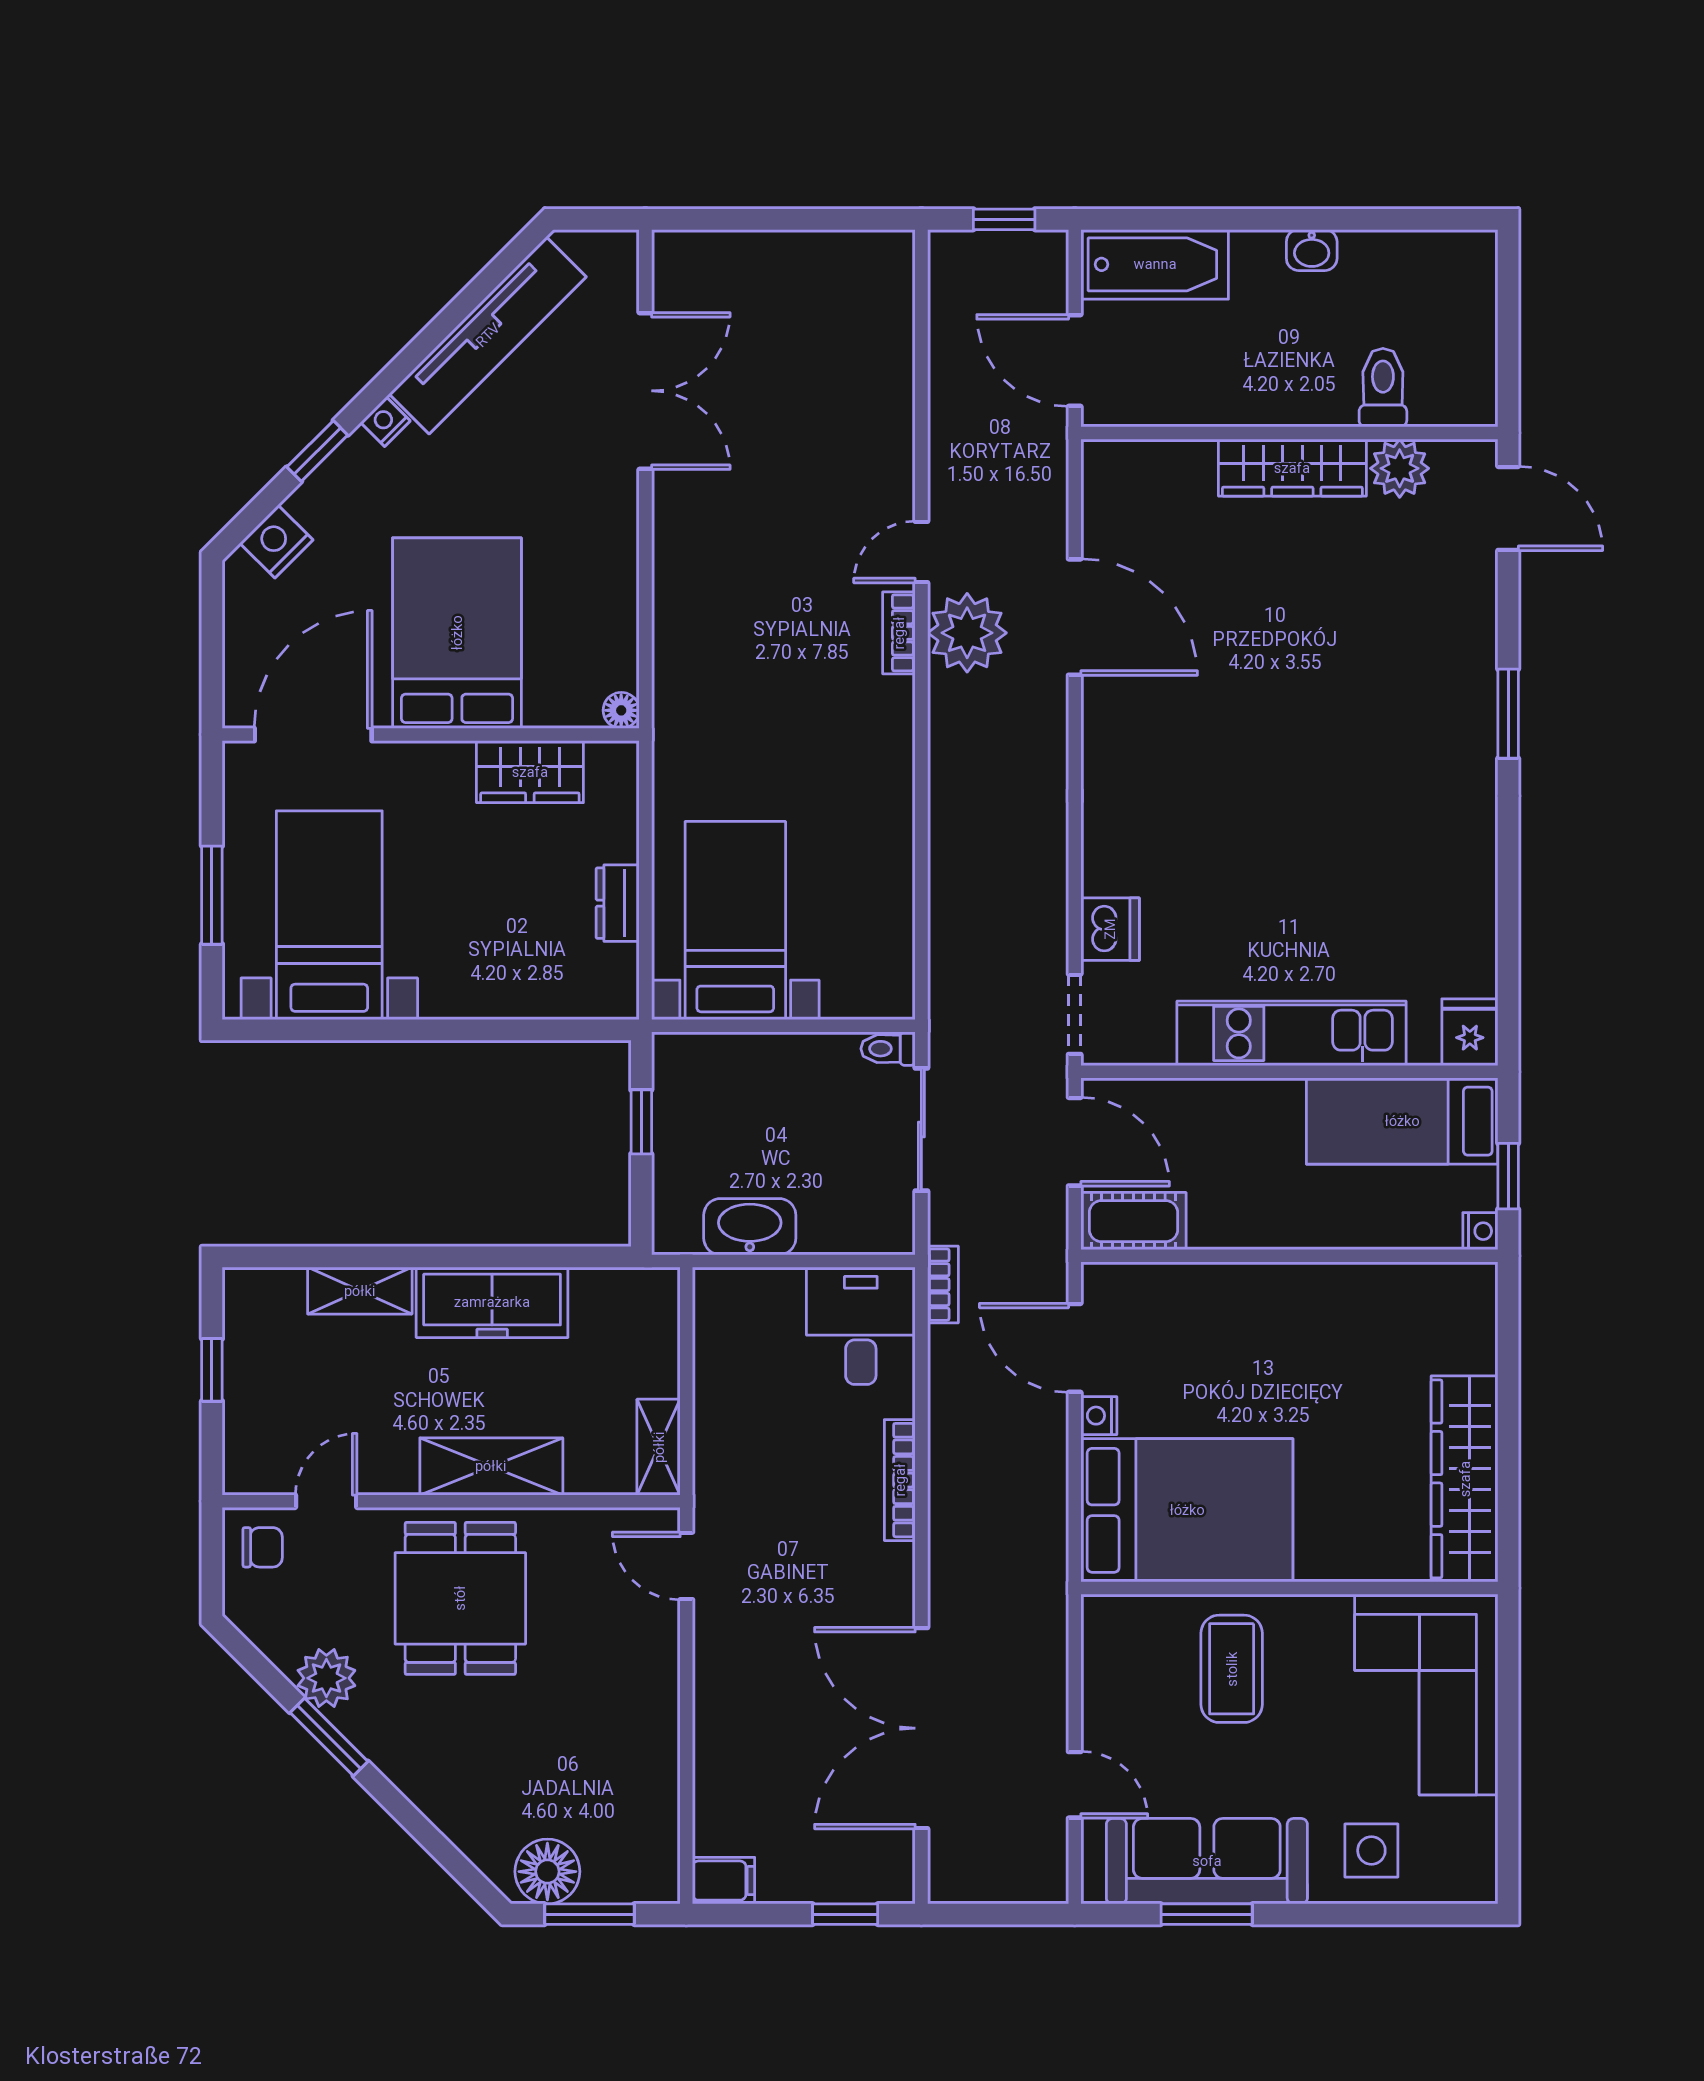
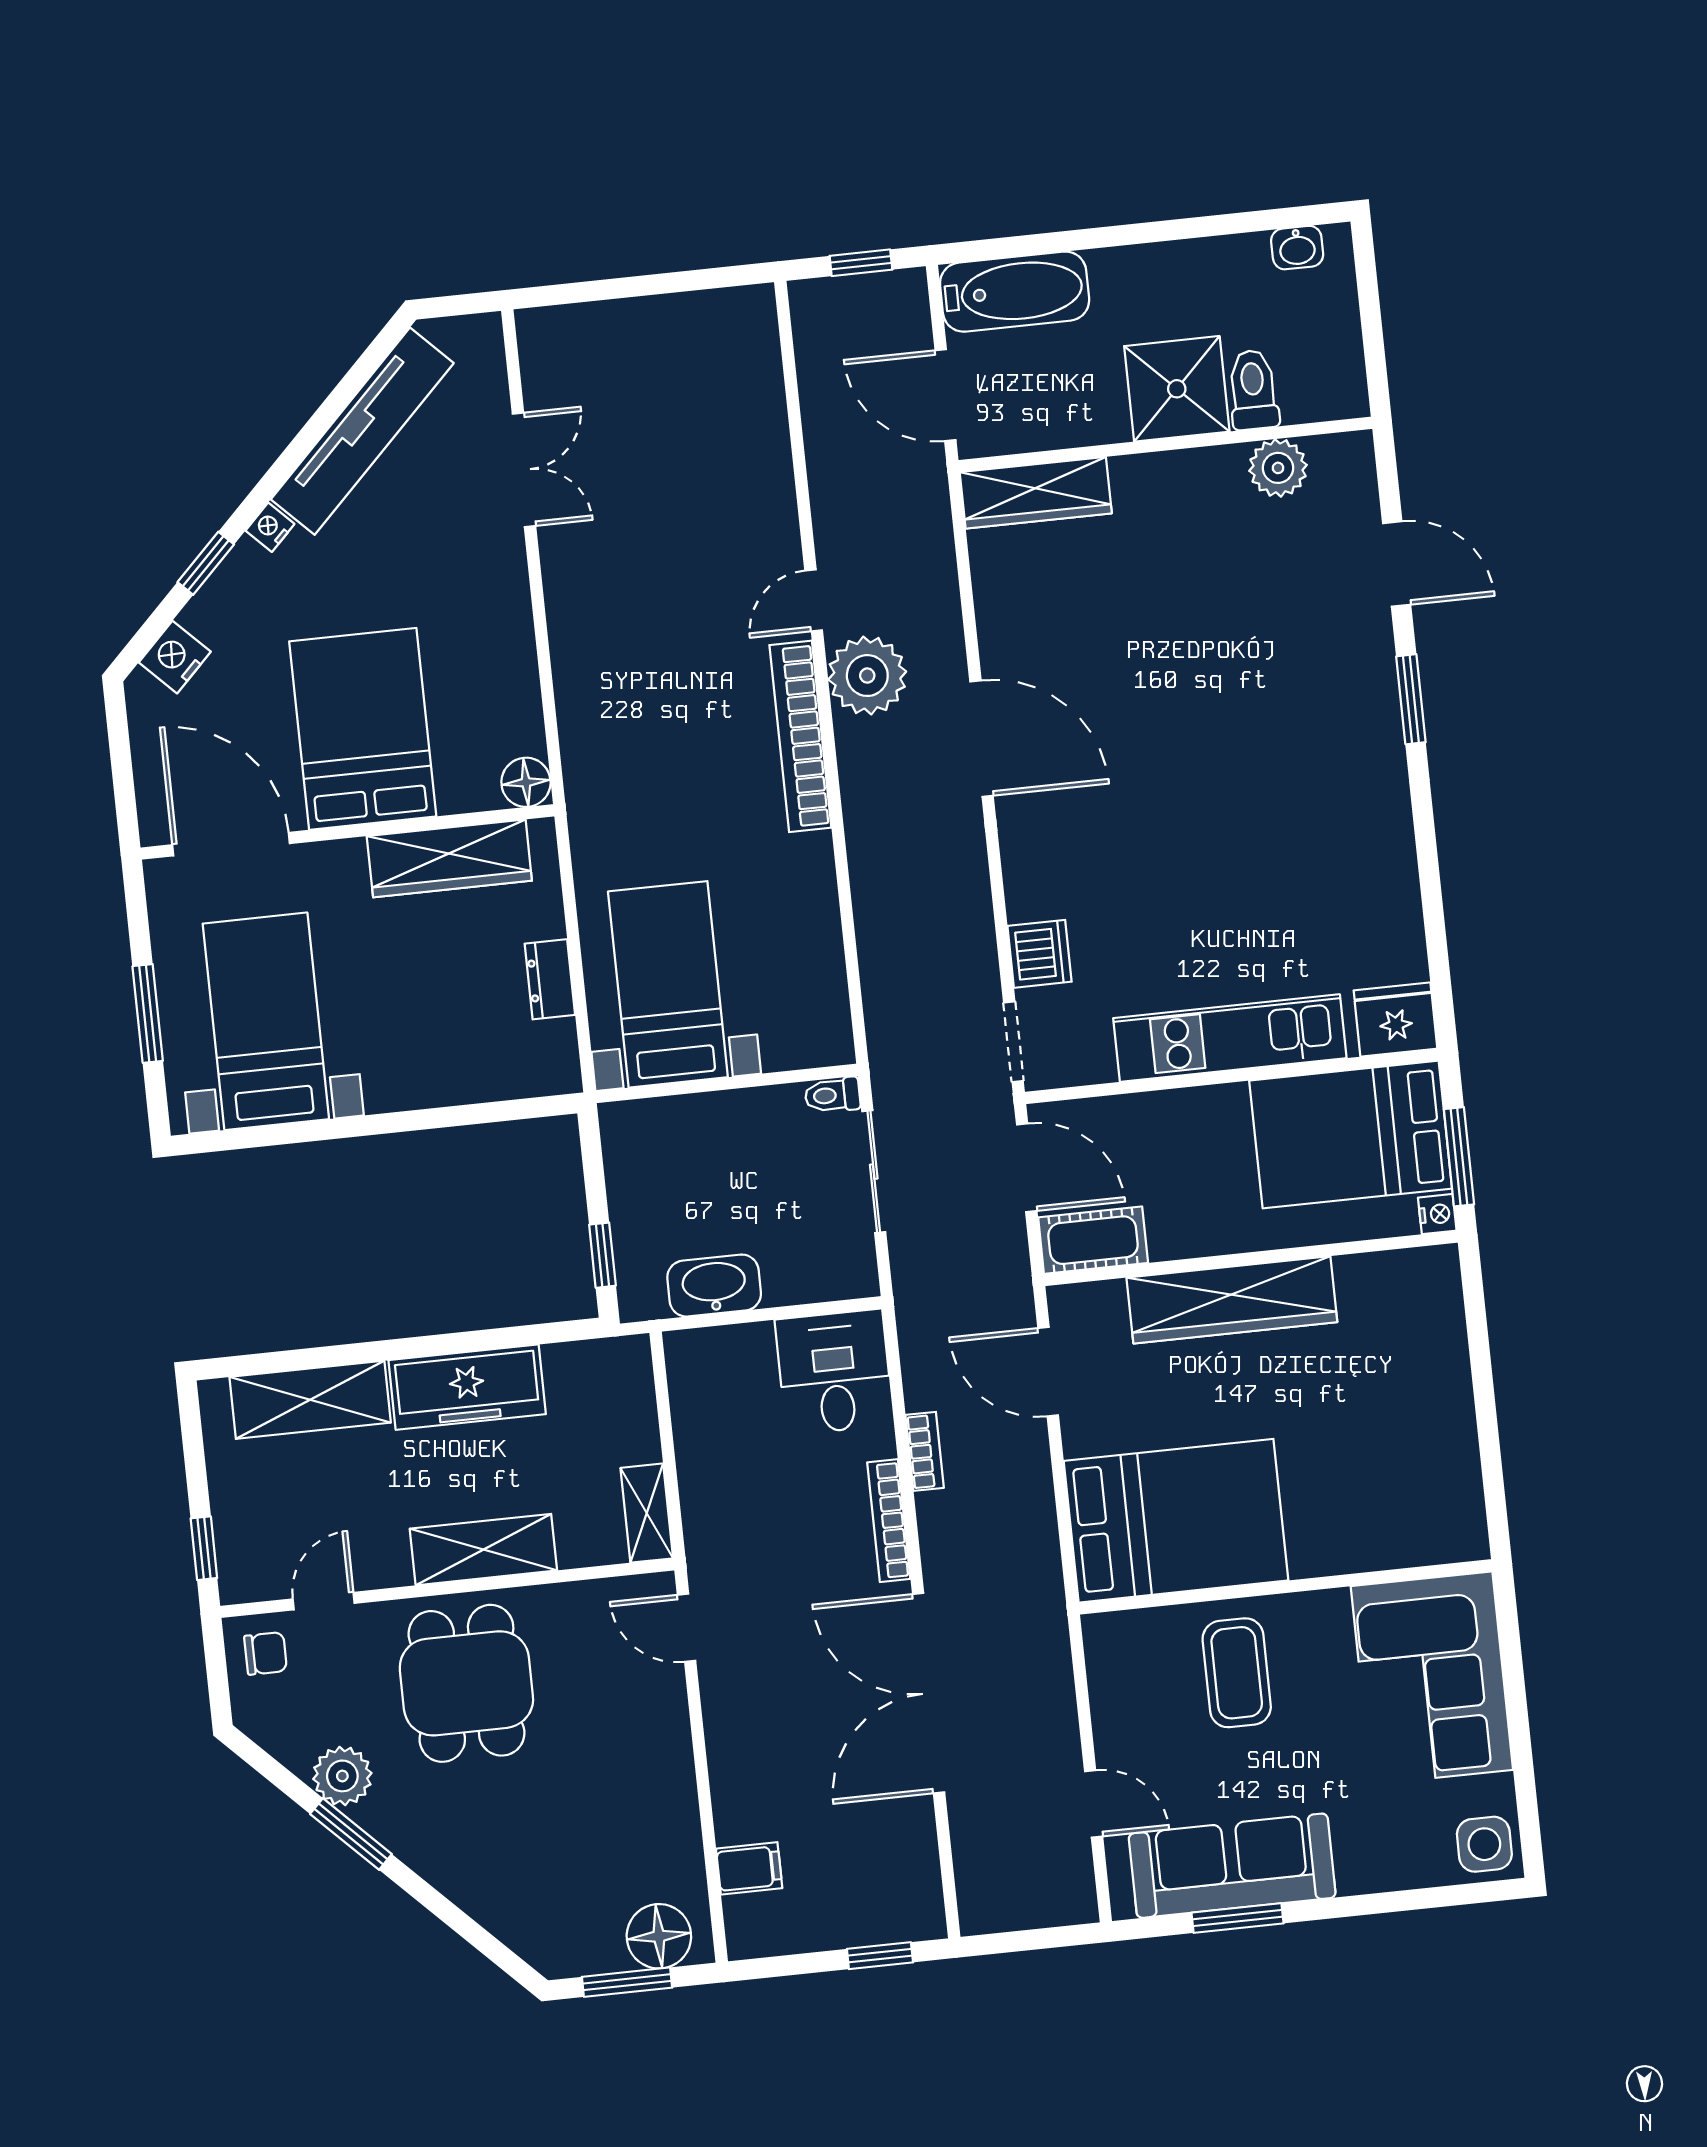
washbasin: (1312, 250) -> (1297, 248), moved
shower: (1307, 379) -> (1177, 389), added
double door: (645, 391) -> (524, 470), width x0.73
wardrobe: (1292, 468) -> (1036, 493), moved
door: (1508, 508) -> (1397, 564), moved
door: (1075, 617) -> (982, 739), moved
bookcase: (899, 633) -> (800, 736), width x2.31, depth x1.31
floor lamp: (621, 710) -> (526, 782), width x1.37, depth x1.37
door: (313, 735) -> (231, 844), hinge flipped
wardrobe: (530, 772) -> (449, 858), width x1.50
fridge: (1470, 1032) -> (1395, 1020), width x1.38
bed: (1402, 1121) -> (1351, 1135), width x1.50
window: (641, 1122) -> (602, 1255), moved
window: (1508, 1176) -> (1459, 1157), width x1.50
bookcase: (943, 1285) -> (925, 1451), moved
shelving: (360, 1291) -> (310, 1400), width x1.50, depth x1.33
window: (212, 1370) -> (204, 1548), moved
nightstand: (1099, 1416) -> (1079, 1436), removed
wardrobe: (1465, 1479) -> (1232, 1300), moved, turned -90
double door: (921, 1728) -> (929, 1693), moved
side table: (1371, 1850) -> (1484, 1844), moved
floor lamp: (547, 1872) -> (659, 1936), moved
filing cabinet: (724, 1881) -> (749, 1868), moved

